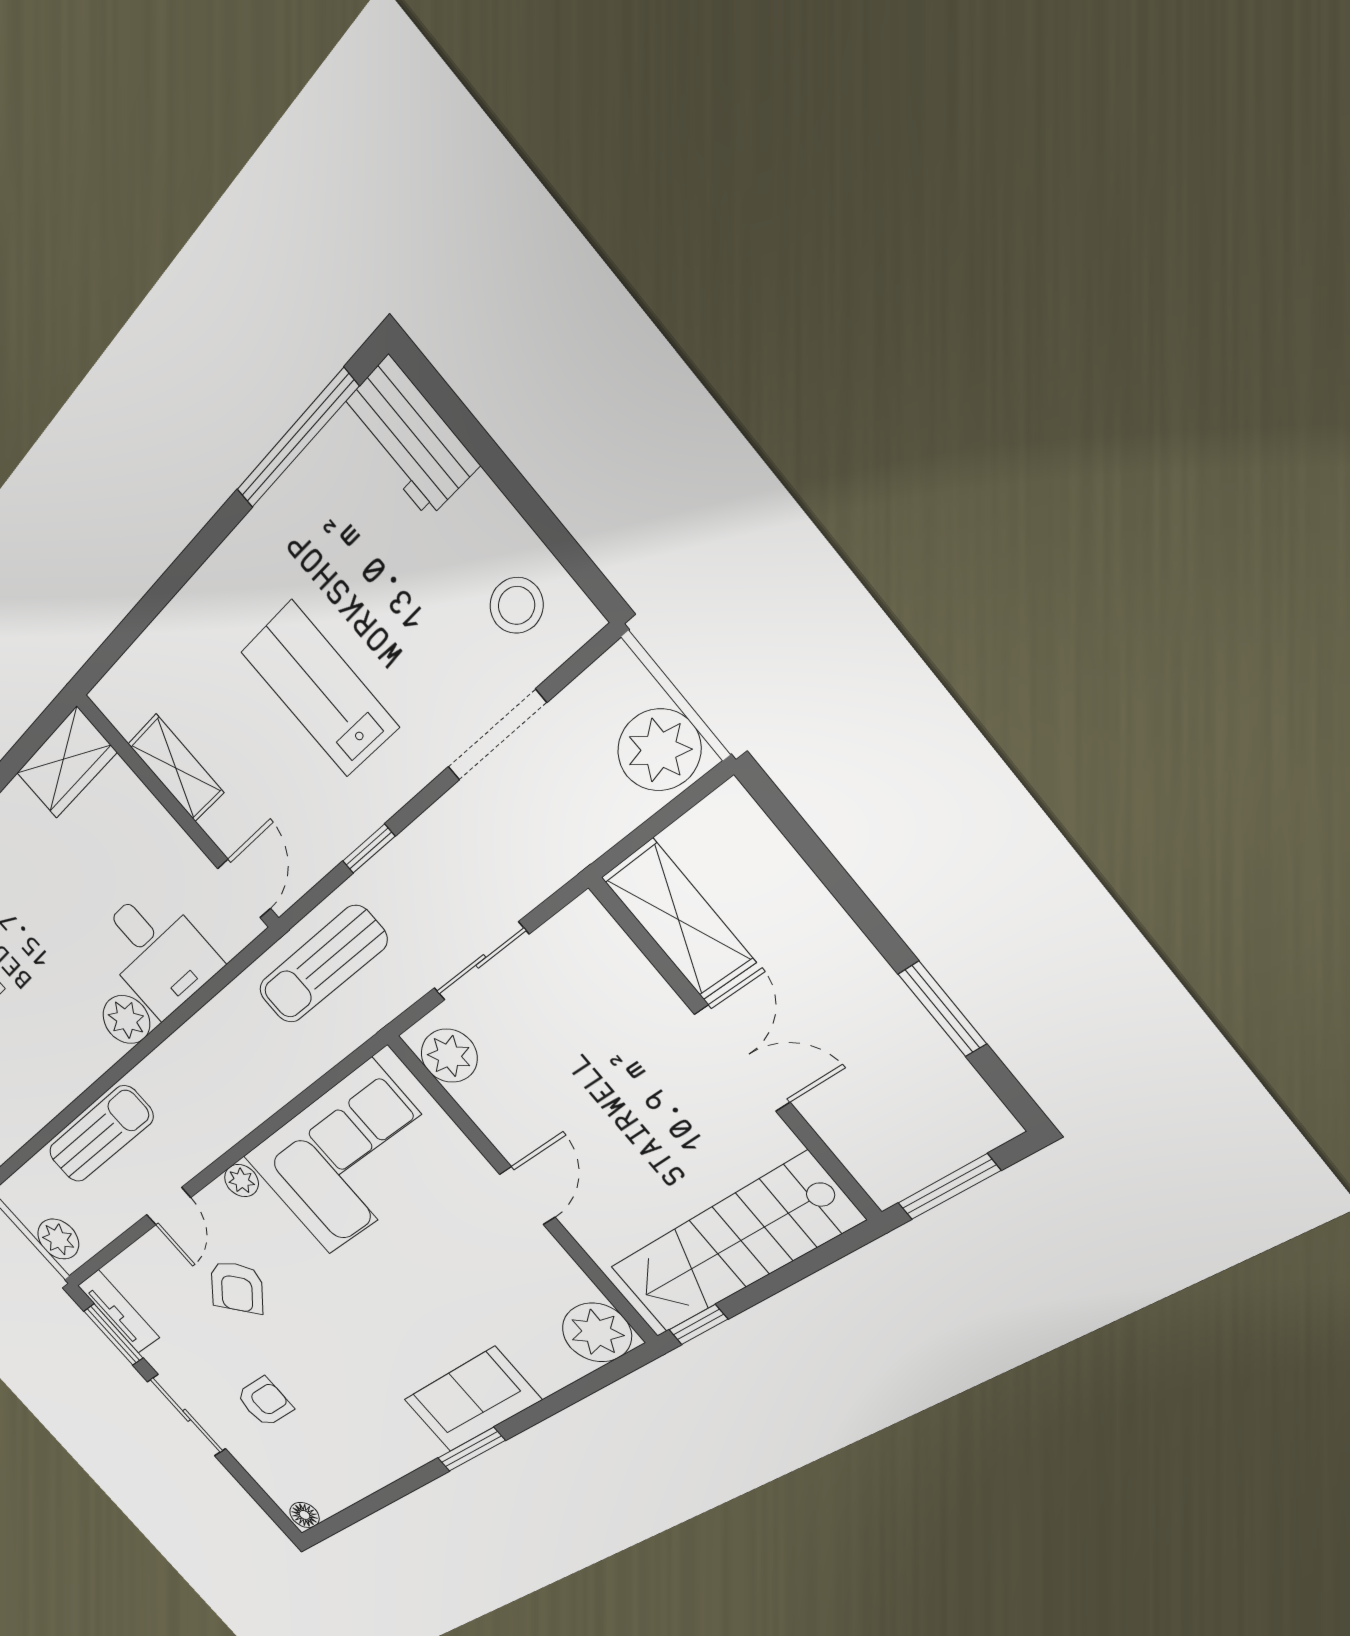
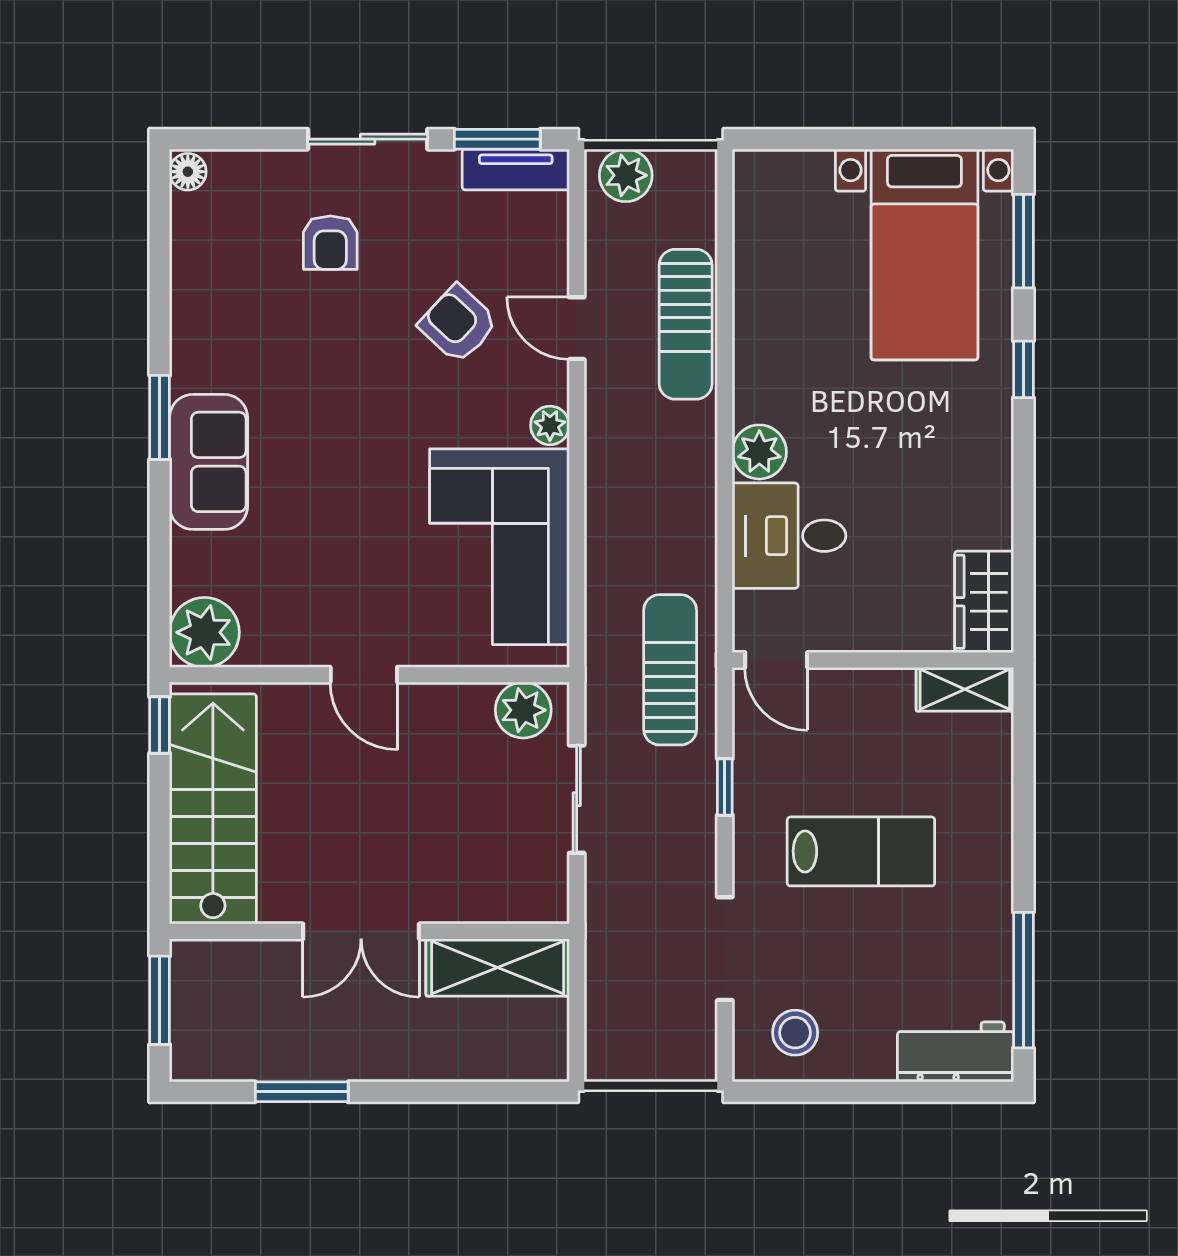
plant: (659, 750) -> (625, 1047), removed
shelving: (176, 768) -> (965, 689), moved

